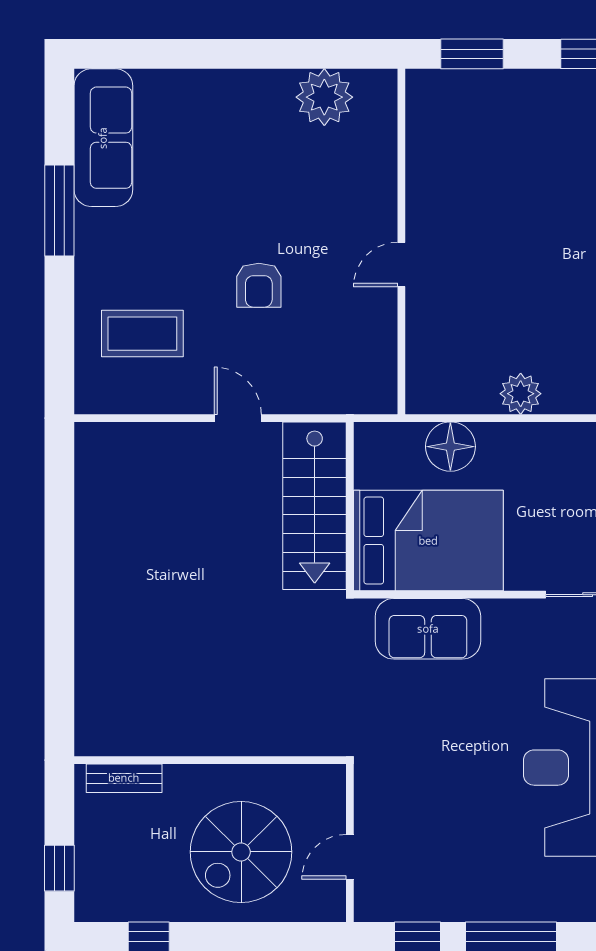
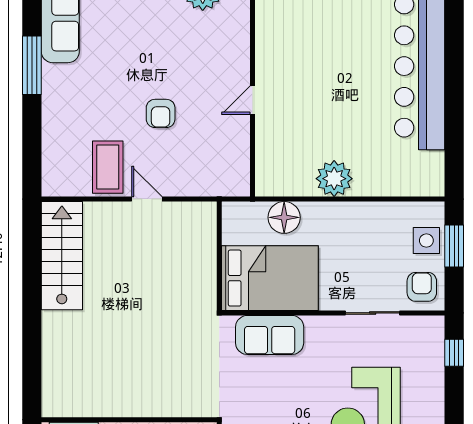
coffee table: (142, 334) -> (108, 167), moved, turned 90
plant: (521, 394) -> (334, 179), width x1.36, depth x1.36
stairs: (315, 506) -> (62, 256), moved, turned 180

